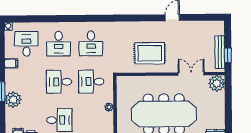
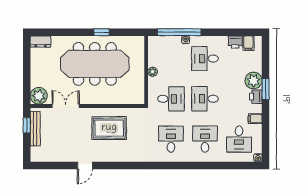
double door: (191, 74) -> (66, 106), swing flipped
desk: (59, 82) -> (205, 99), turned 180
printer: (11, 84) -> (256, 97), added

